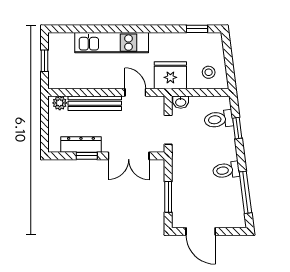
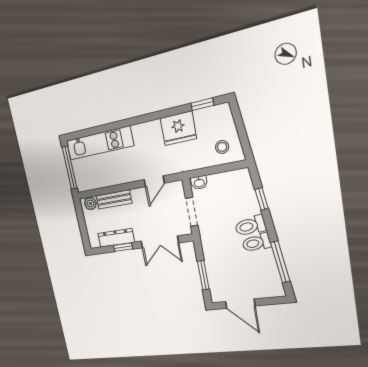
kitchen unit: (112, 43) -> (100, 143), moved
window: (45, 61) -> (70, 168), width x2.17
fridge: (170, 75) -> (178, 128), moved, turned 180
door: (135, 92) -> (154, 181), swing flipped
bench: (95, 103) -> (114, 199), width x0.73
toilet: (219, 119) -> (250, 226), moved

